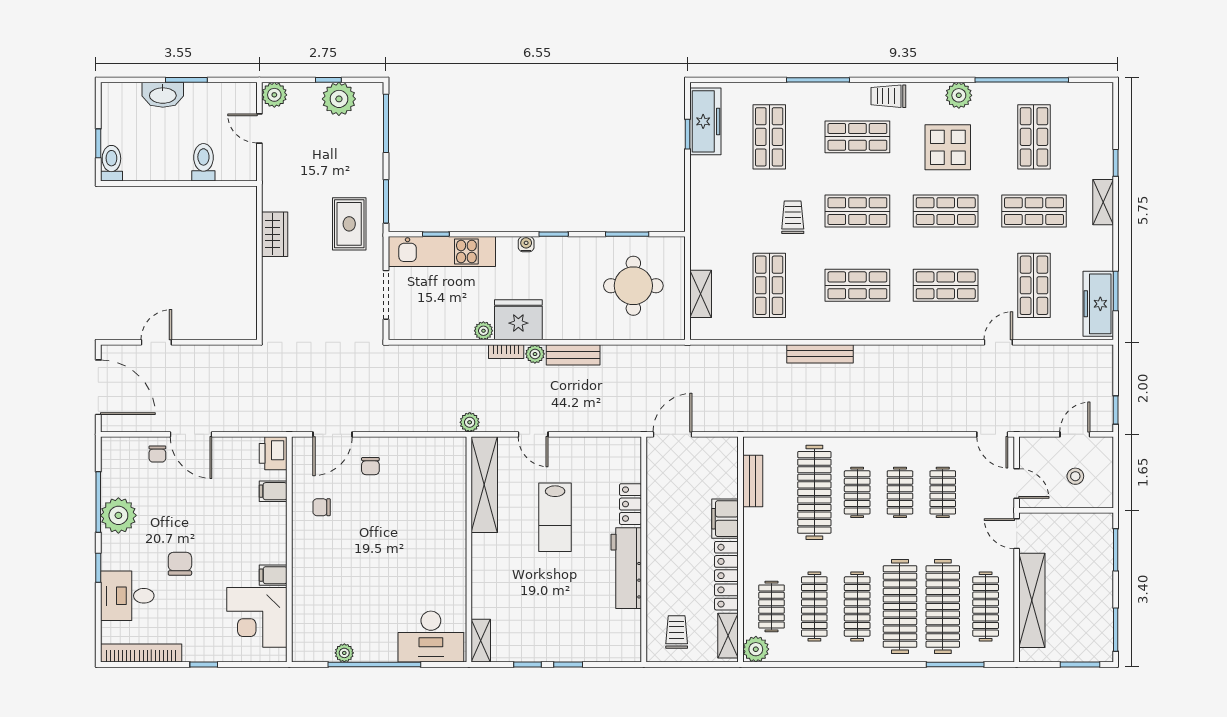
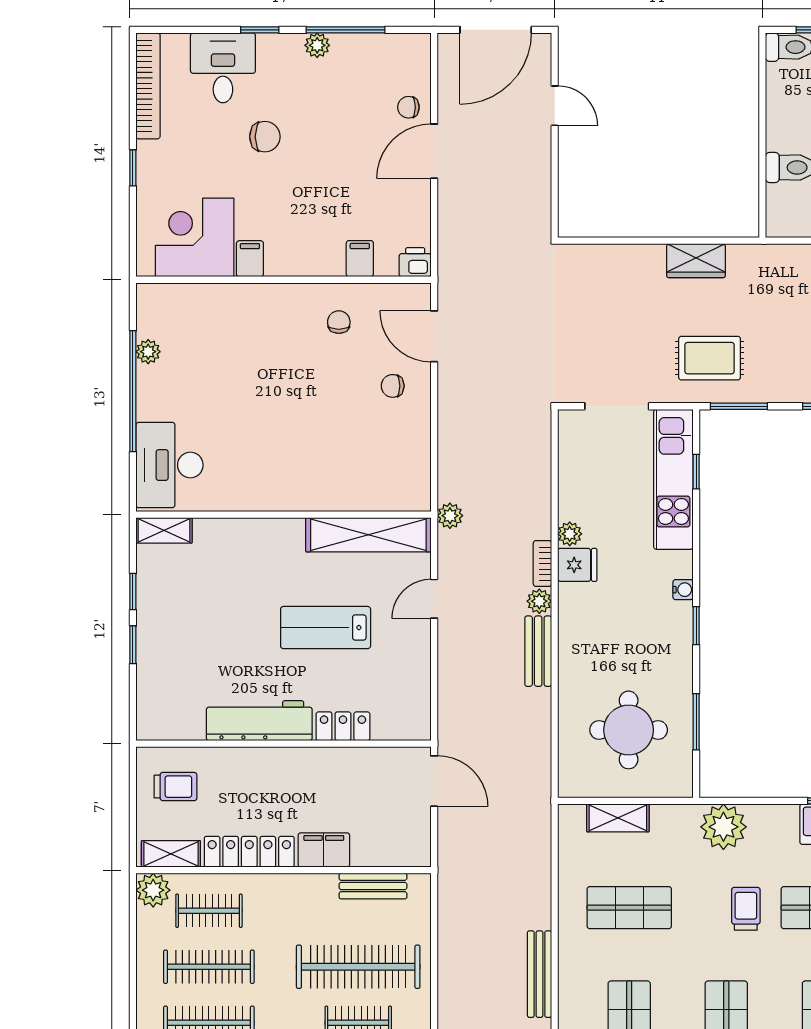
plant: (707, 213) -> (723, 827), added
trolley: (793, 217) -> (746, 909), moved, turned -90
fridge: (518, 320) -> (577, 565), width x0.53, depth x0.75
printer: (273, 453) -> (415, 262), width x0.73, depth x0.81
plant: (118, 515) -> (317, 45), width x0.53, depth x0.53

